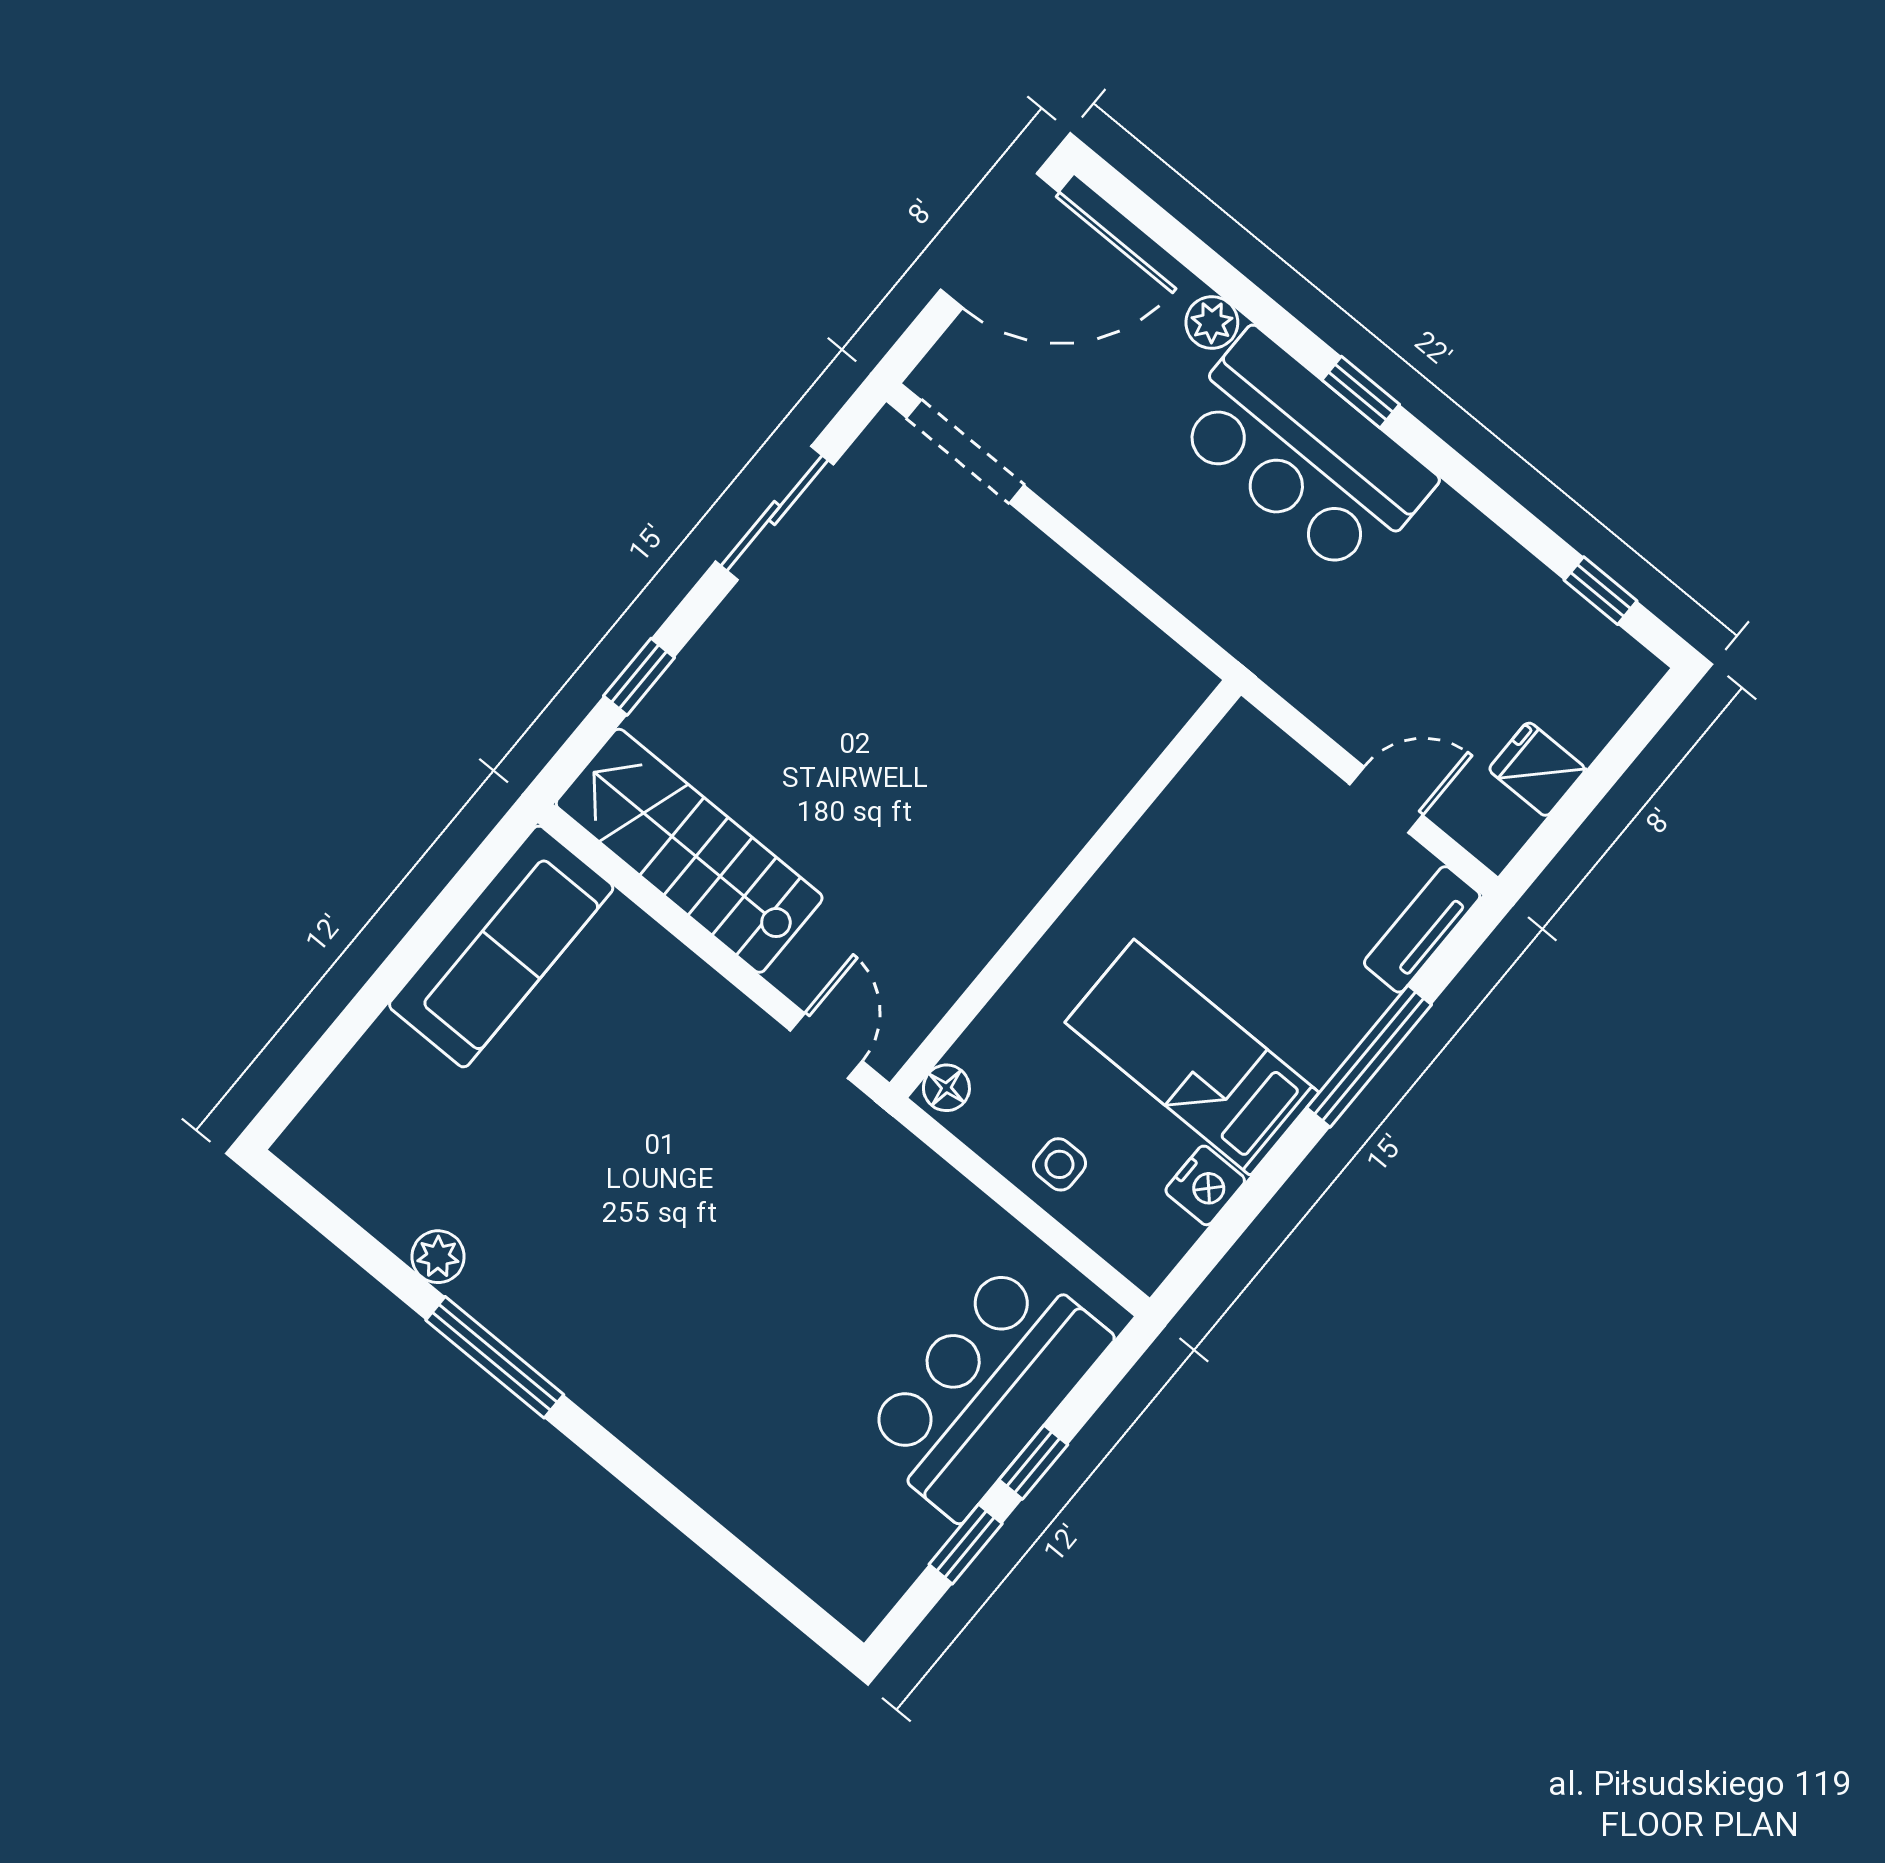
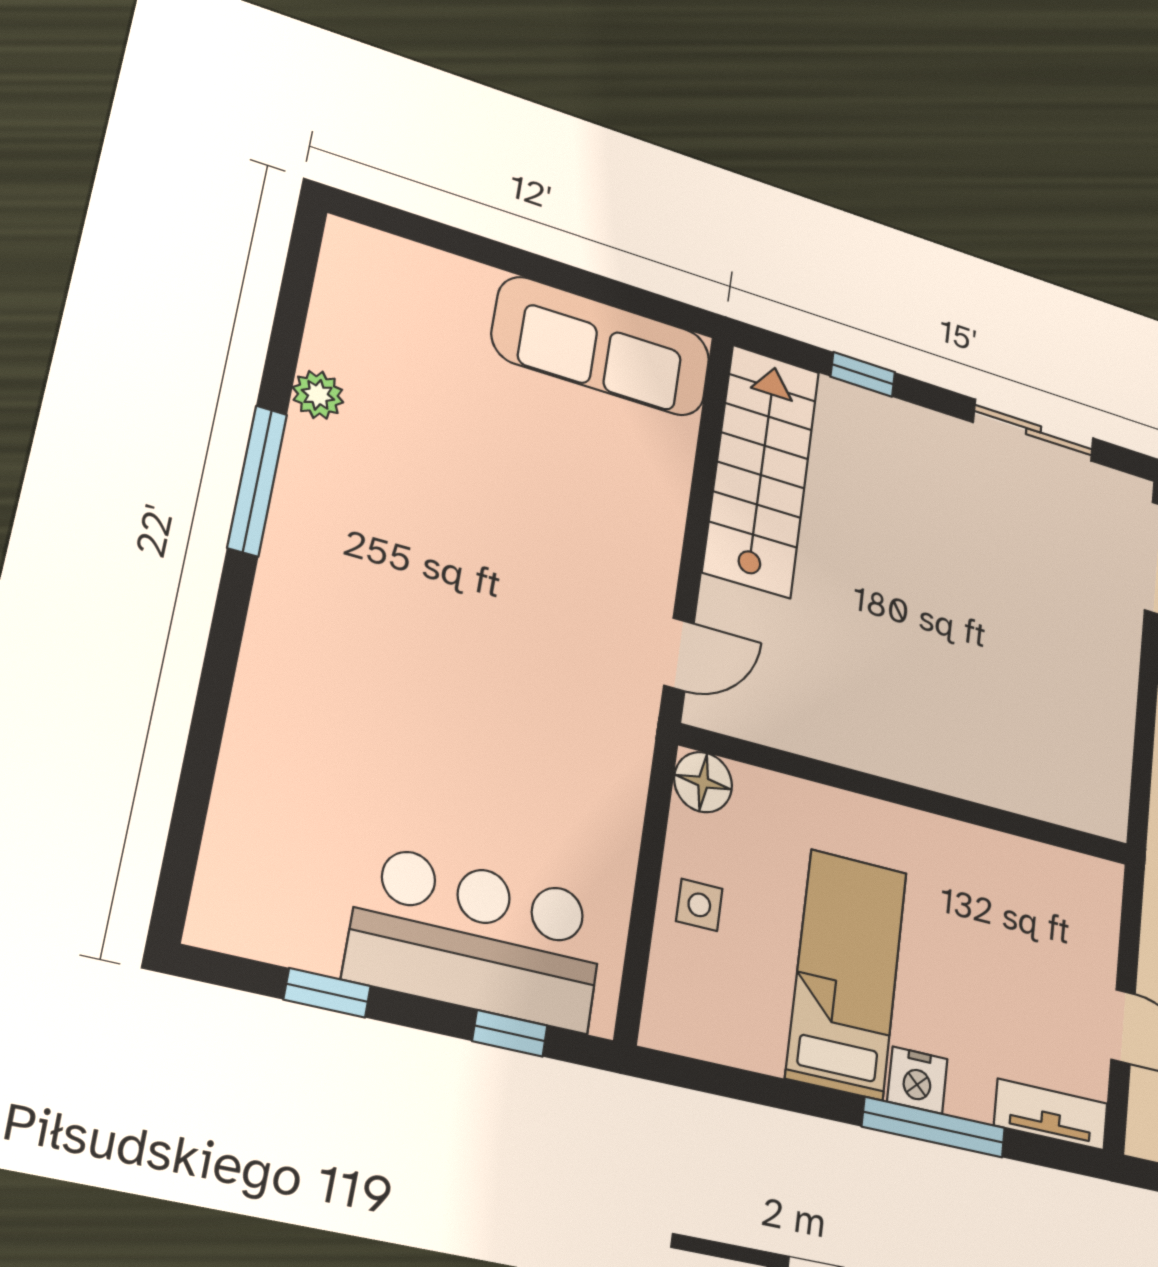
floor lamp: (946, 1088) -> (703, 782), width x1.37, depth x1.37
nightstand: (1205, 1185) -> (917, 1080), moved
window: (1033, 1462) -> (510, 1033), moved

